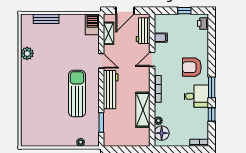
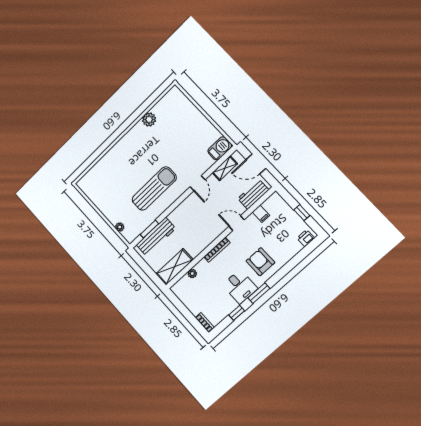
bench: (46, 19) -> (190, 108), removed
workbench: (111, 90) -> (156, 237), moved
shelving: (143, 110) -> (174, 267), moved
floor lamp: (162, 133) -> (185, 285), removed

